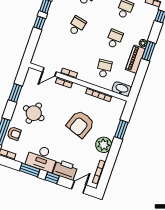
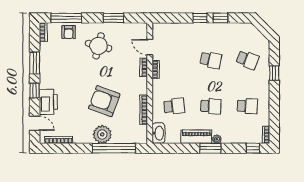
window: (121, 130) -> (114, 148), width x2.11
plant: (104, 145) -> (102, 134), moved
desk: (42, 158) -> (52, 72), removed

